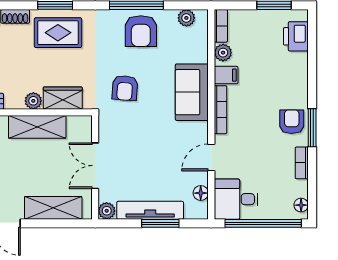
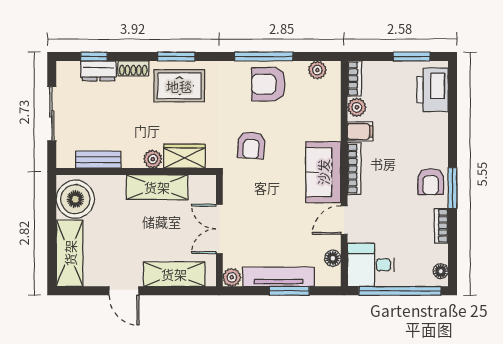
armchair: (141, 31) -> (268, 84), turned 90
printer: (296, 36) -> (432, 90), width x1.37, depth x1.19
sofa: (192, 92) -> (323, 172), moved
armchair: (292, 122) -> (431, 182), turned 180

